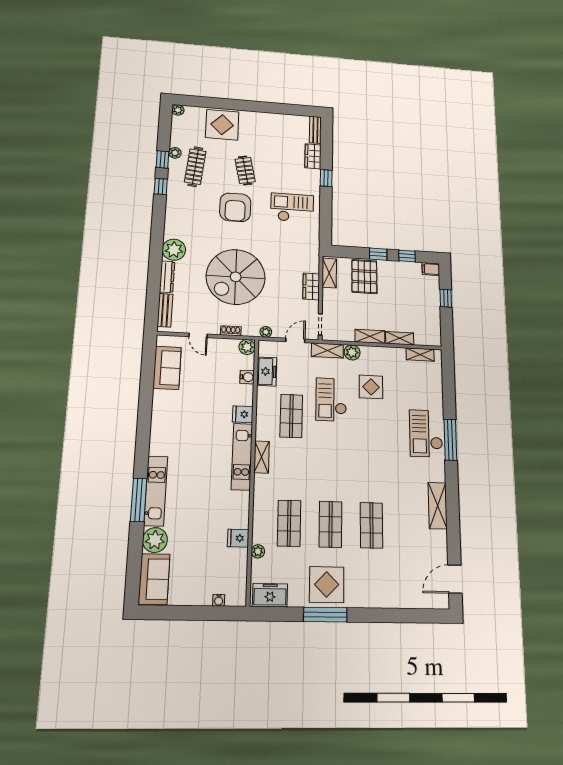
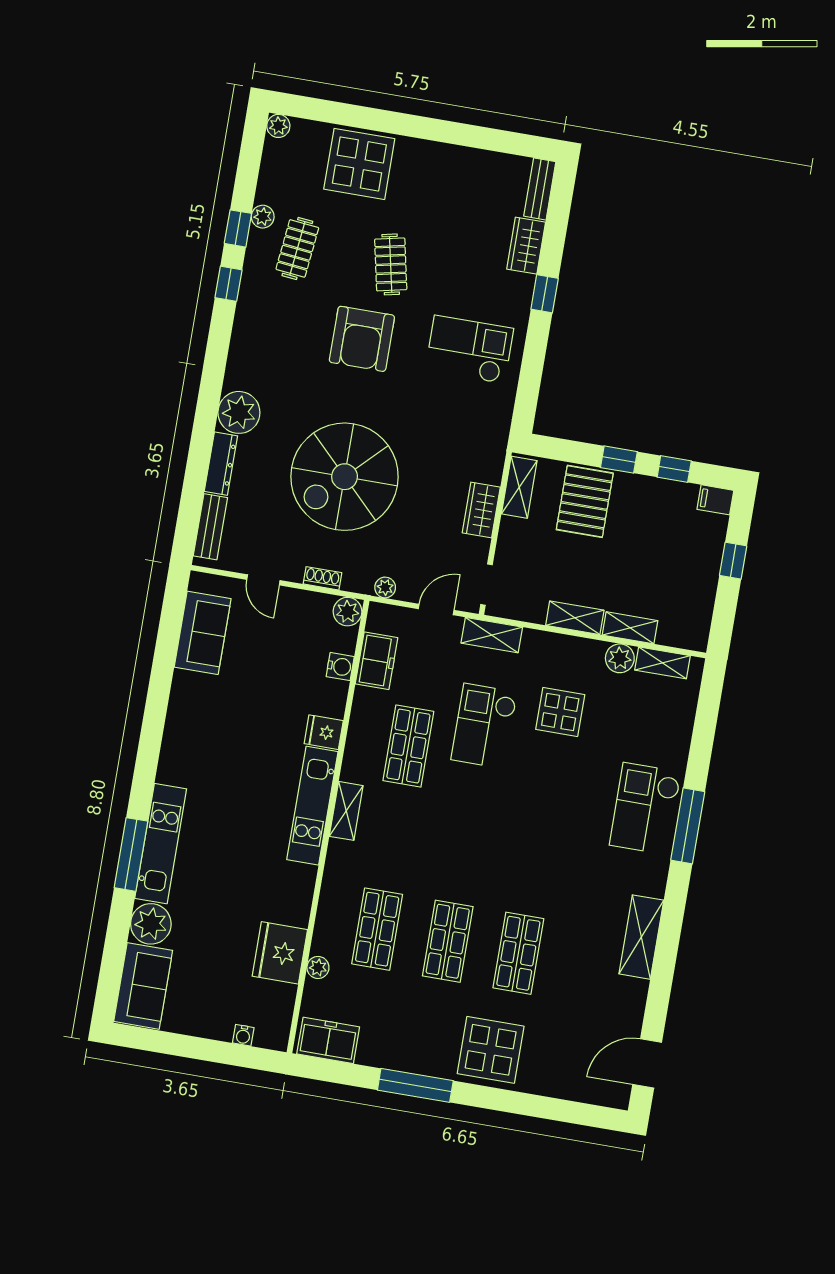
clothes rail: (195, 167) -> (297, 248), width x0.73
plant: (352, 352) -> (620, 658), moved
fridge: (238, 538) -> (280, 953), width x1.88, depth x1.34
display table: (327, 585) -> (491, 1050), moved

